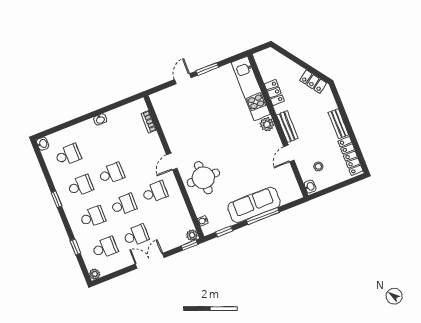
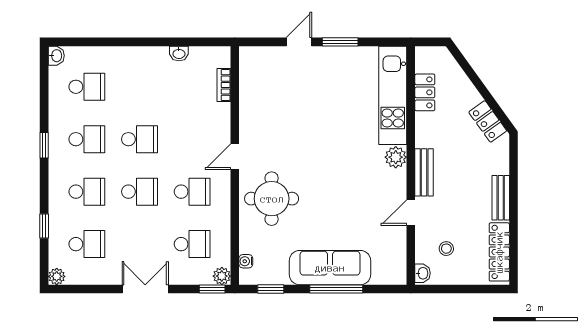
locker: (274, 92) -> (425, 92), moved
washbasin: (100, 119) -> (179, 53), moved
school desk: (136, 236) -> (192, 244), moved

